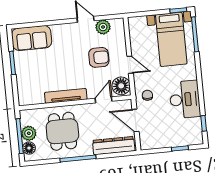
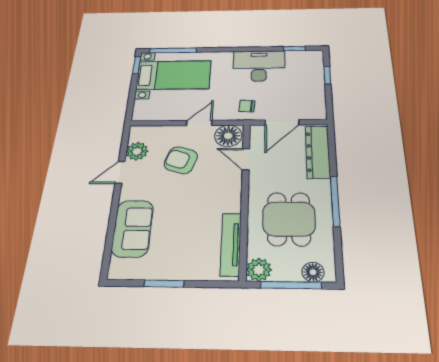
sofa: (32, 38) -> (133, 228), moved
armchair: (99, 57) -> (181, 160), turned -72
tv unit: (66, 96) -> (231, 244), moved
dining table: (62, 131) -> (289, 219), turned 90
plant: (29, 133) -> (259, 270), moved

